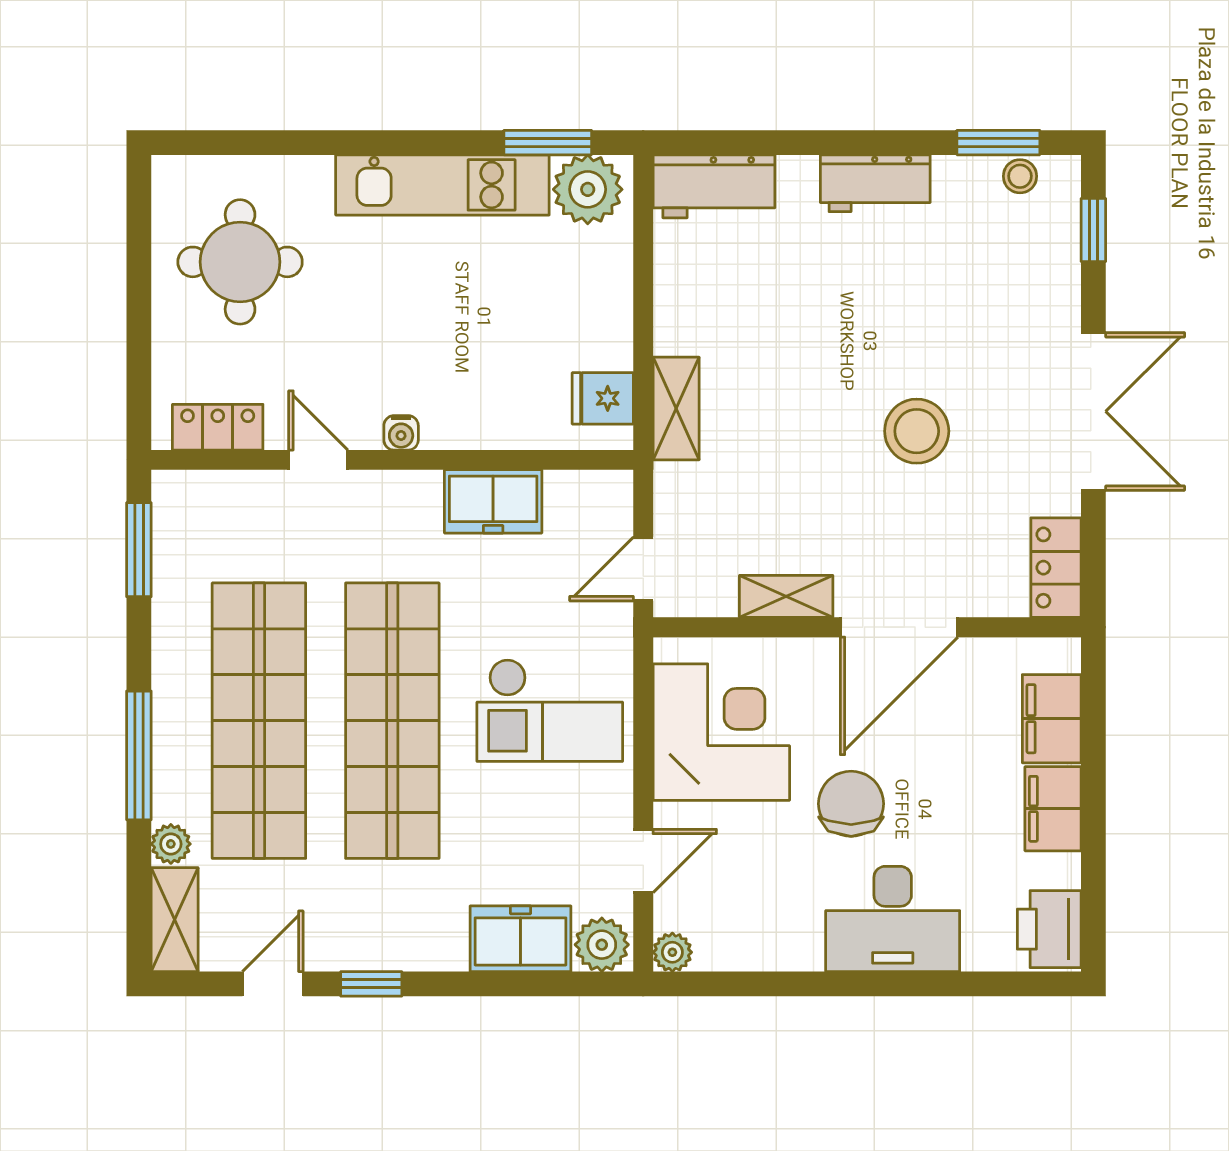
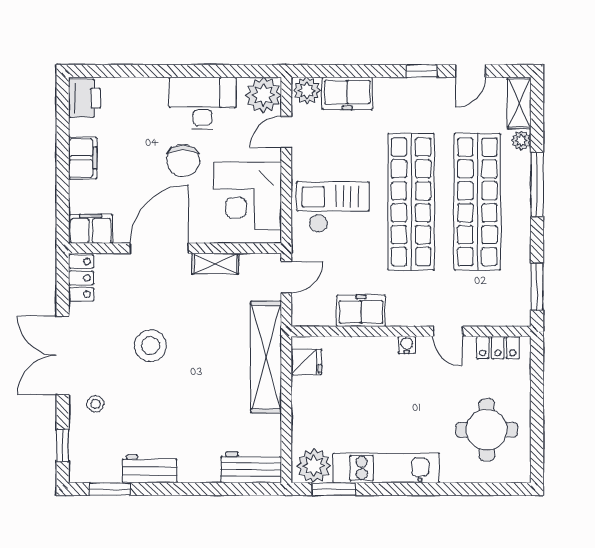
stool: (1020, 176) -> (95, 404), moved
workbench: (875, 183) -> (150, 469), moved
shelving: (676, 409) -> (266, 357), width x2.20, depth x1.33
filing cabinet: (1052, 719) -> (91, 229), moved, turned -90
desk: (893, 919) -> (203, 103), moved
plant: (672, 952) -> (263, 95), width x1.87, depth x1.87

